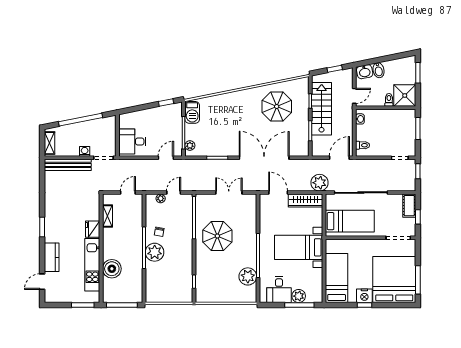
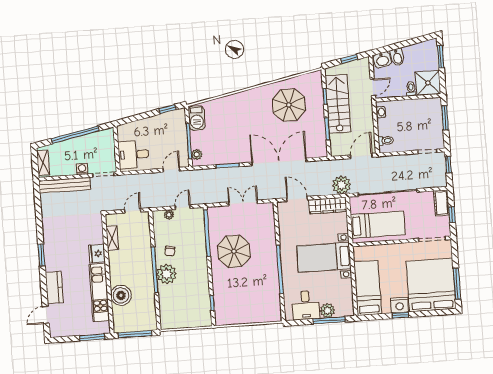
plant: (248, 276) -> (270, 293), removed

